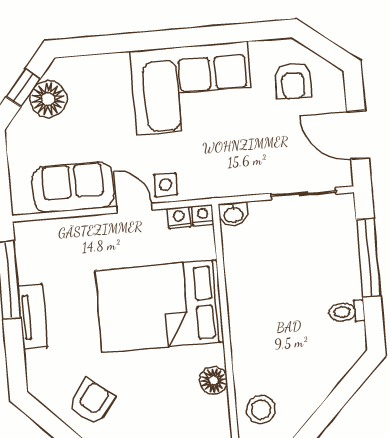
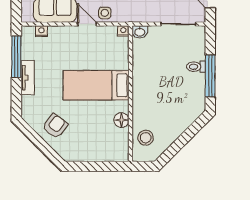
nightstand: (179, 218) -> (41, 31), moved
window: (368, 258) -> (210, 76), moved
bed: (160, 306) -> (96, 85), width x0.67
toilet: (347, 312) -> (196, 67), moved

